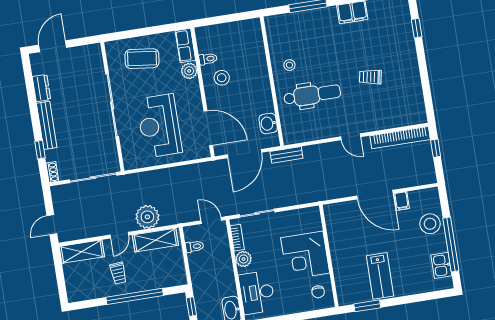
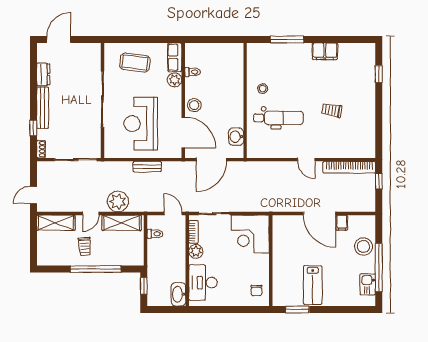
stool: (222, 78) -> (194, 105), moved
bench: (286, 155) -> (147, 167), moved
corner desk: (305, 255) -> (250, 234), moved

